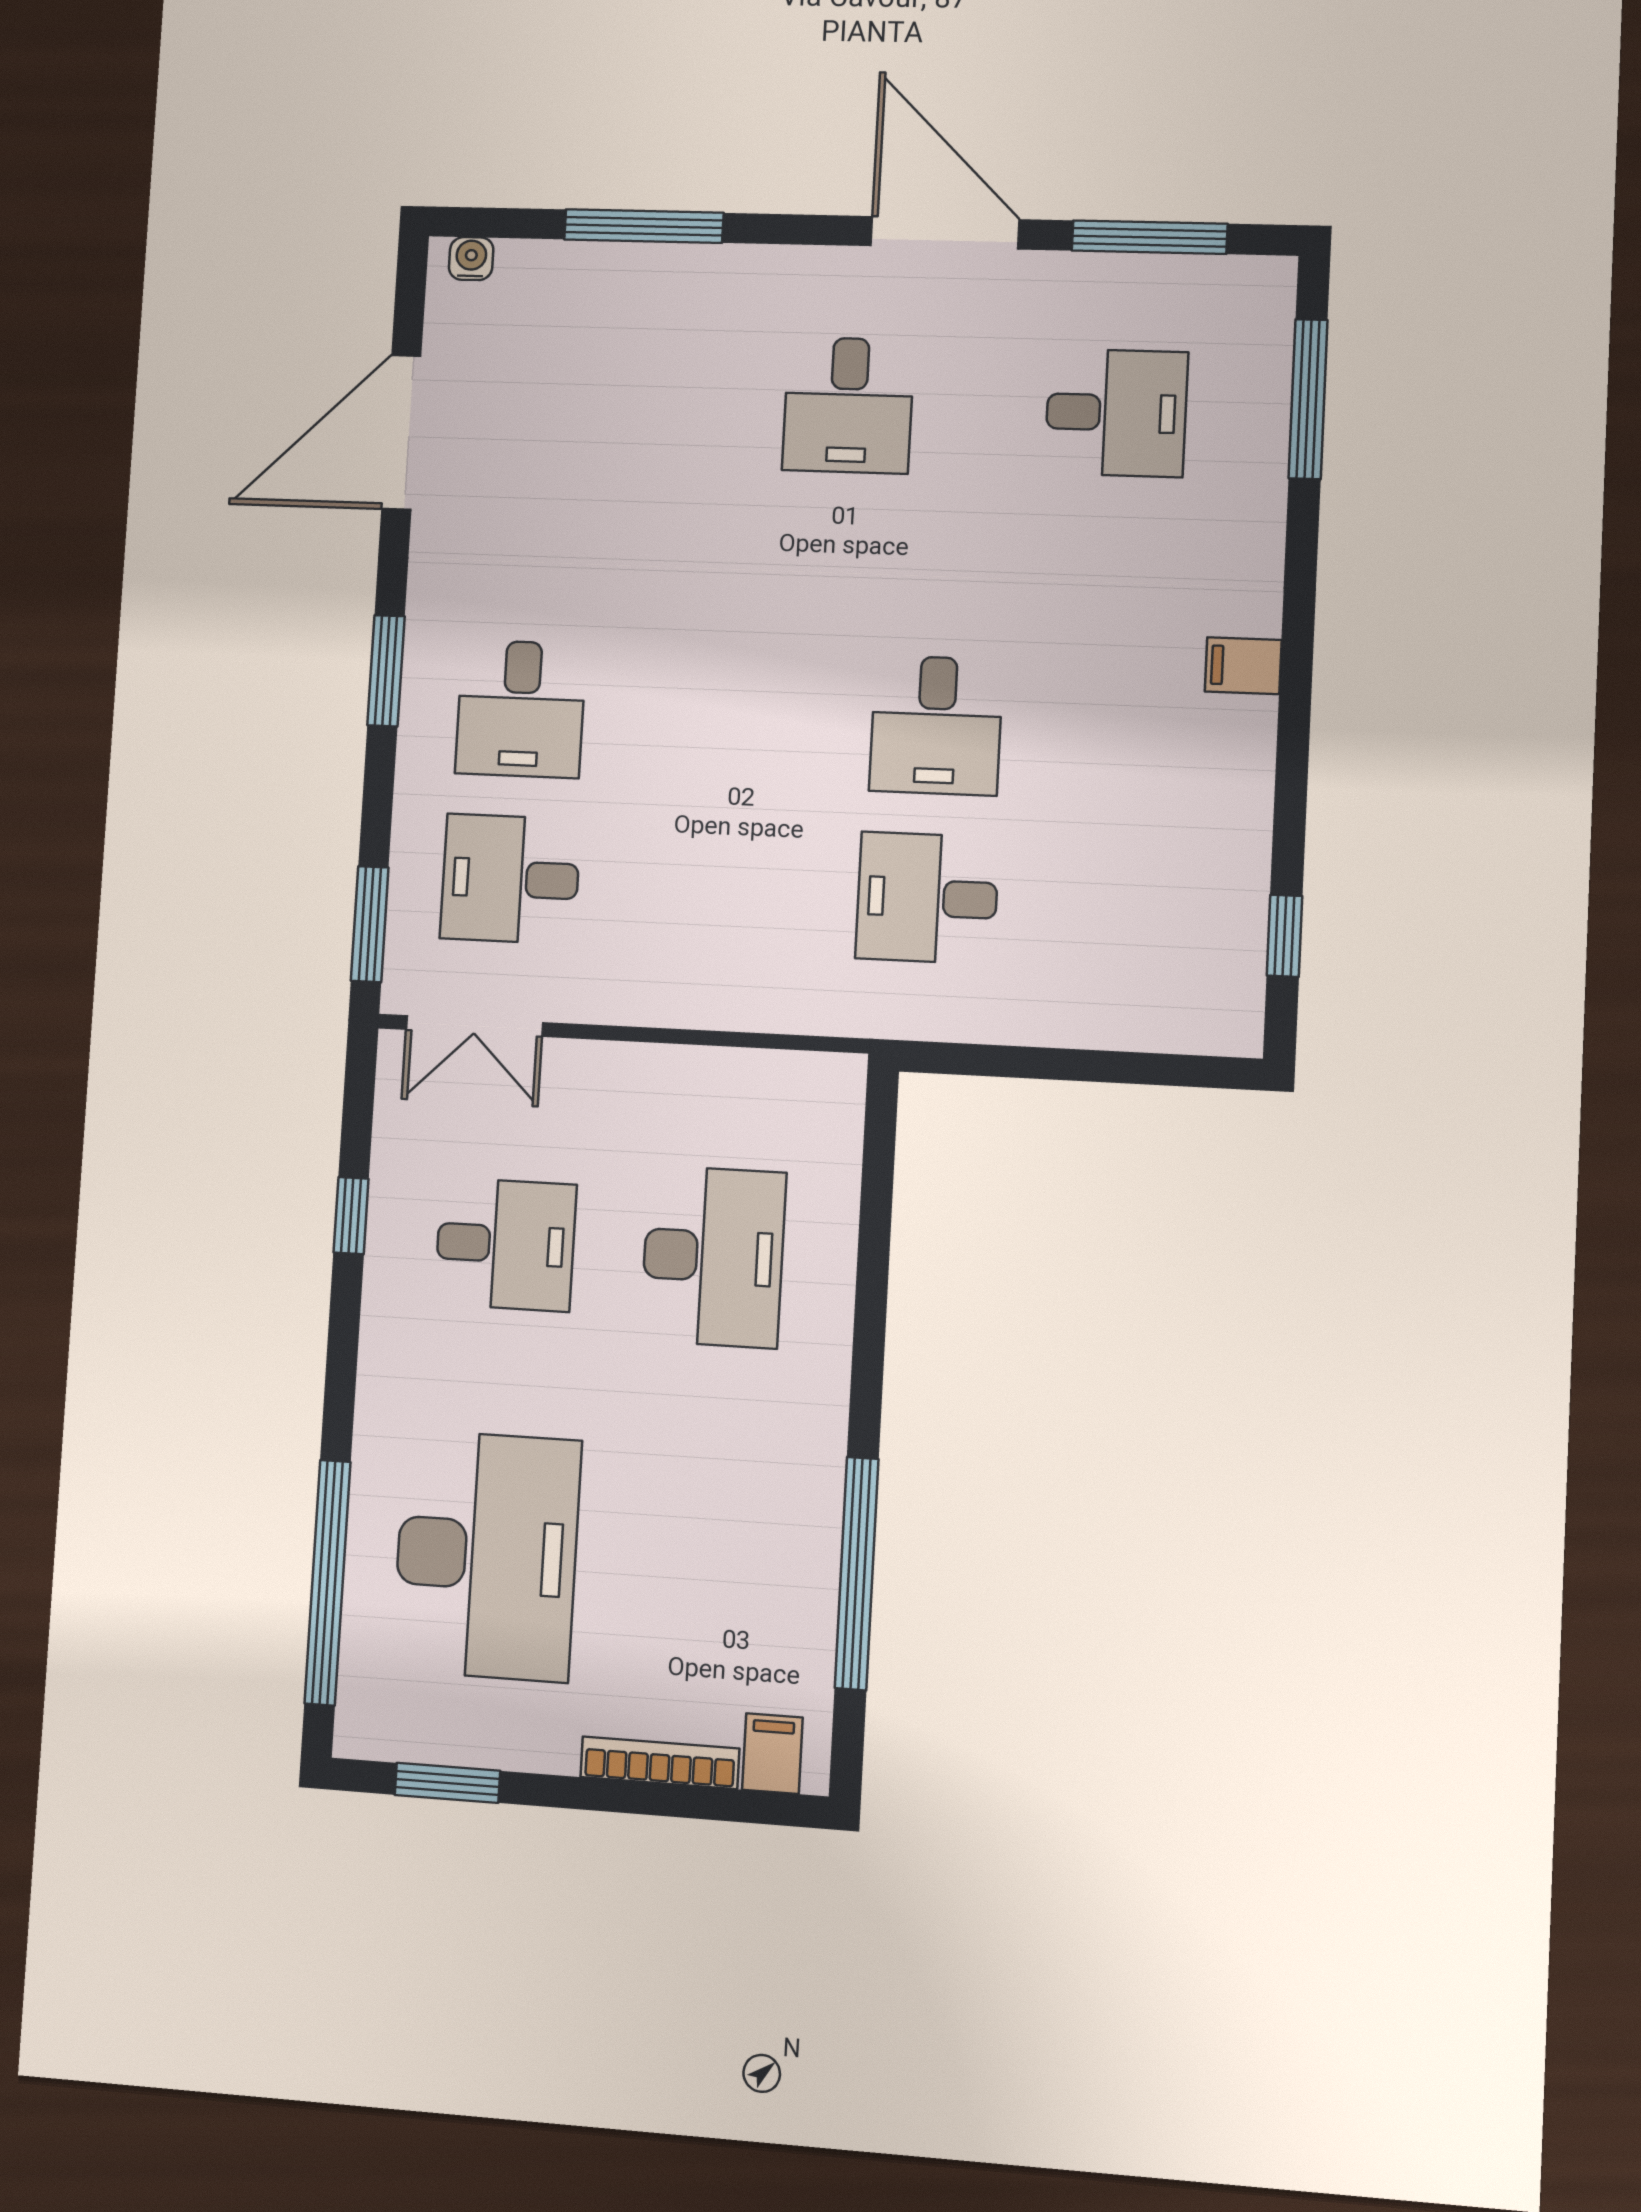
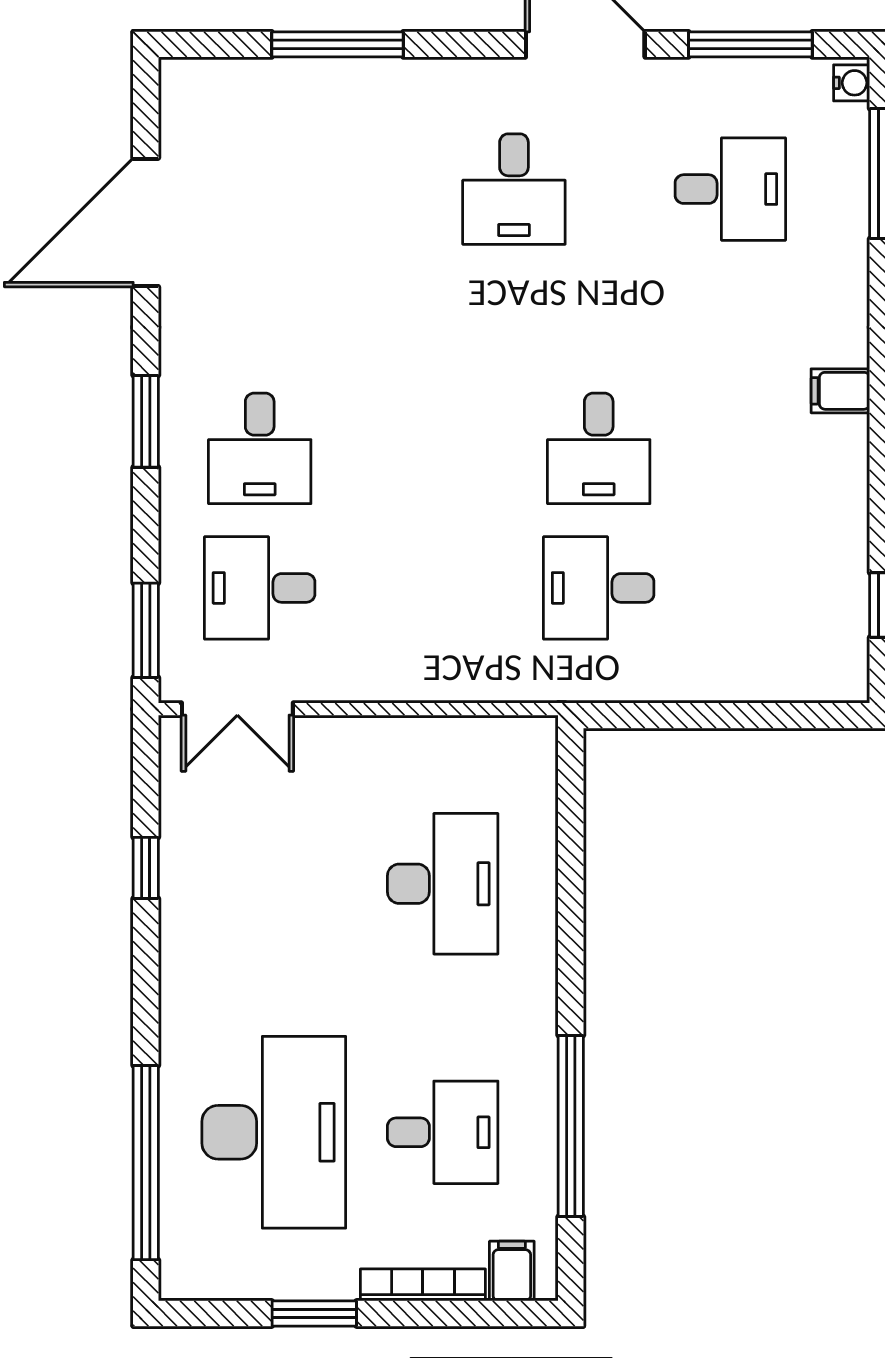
water cooler: (471, 259) -> (852, 83), moved, turned 90
desk: (505, 1244) -> (443, 1132), moved
window: (447, 1783) -> (314, 1313), moved

